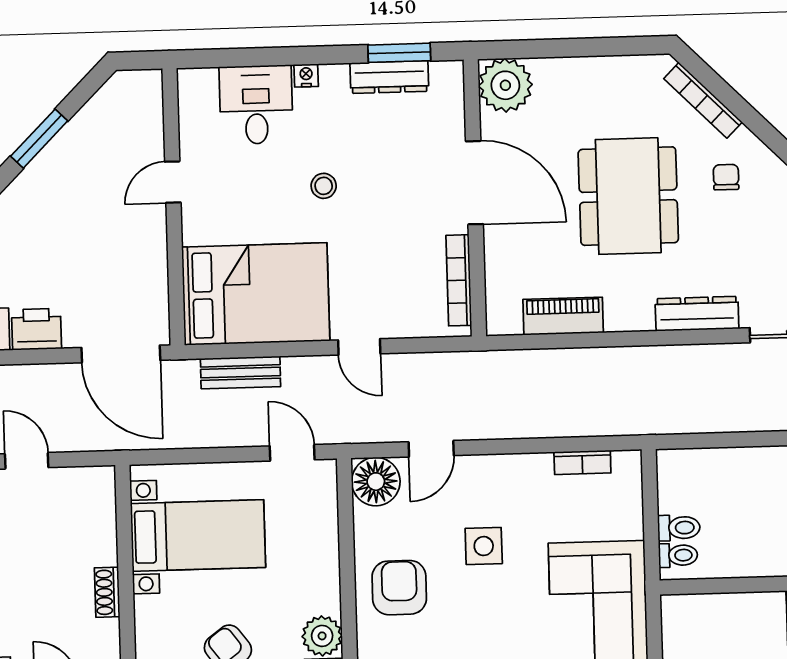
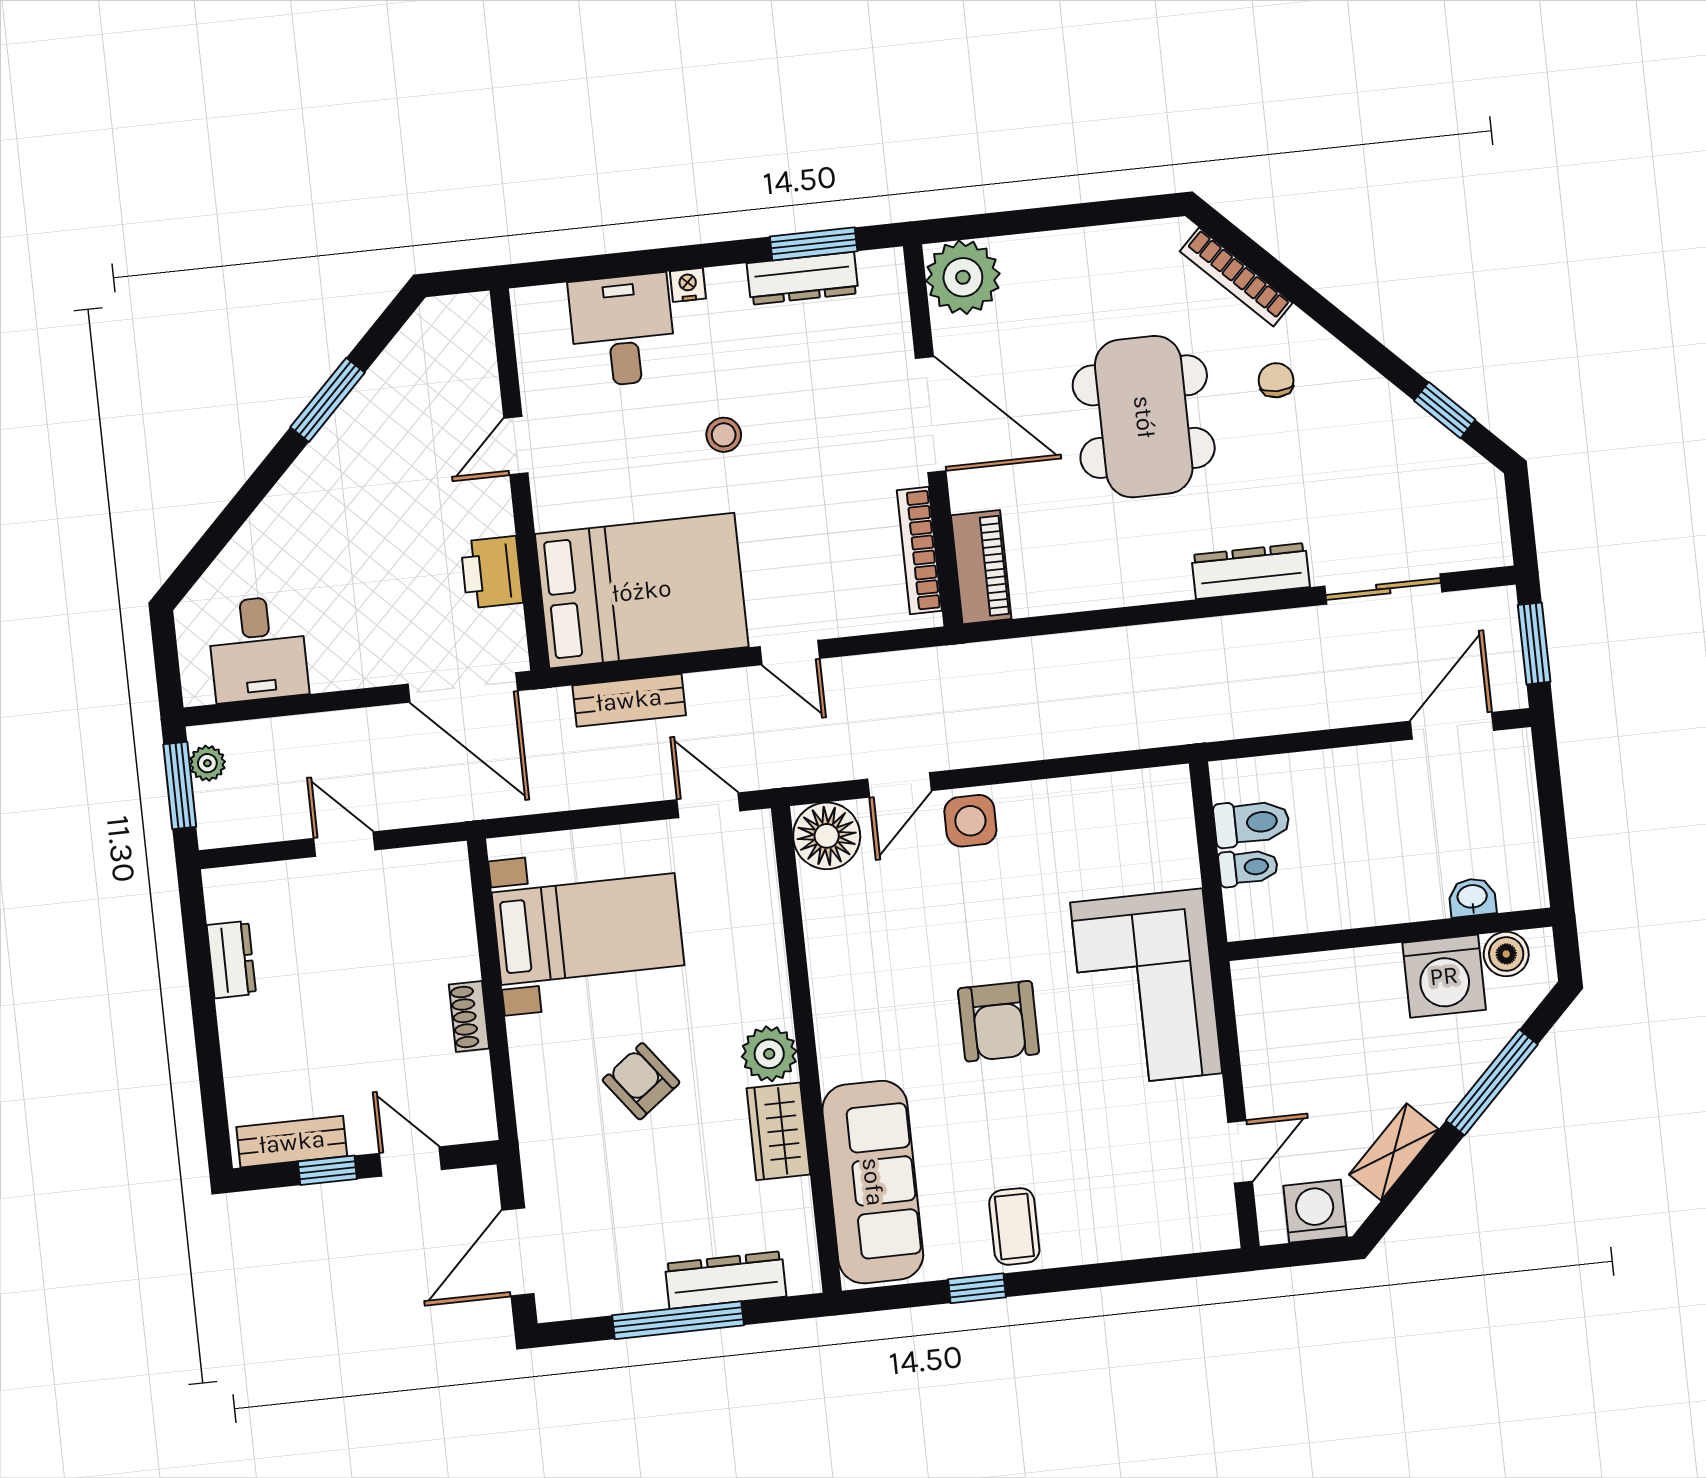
piano: (563, 316) -> (981, 567), moved, turned 90
printer: (37, 329) -> (492, 572), moved, turned -90
bookcase: (582, 462) -> (1109, 788), removed
side table: (484, 546) -> (970, 821), moved
toilet: (678, 555) -> (1252, 823), moved, width x1.37, depth x1.39
armchair: (399, 588) -> (999, 1021), moved, turned 180

